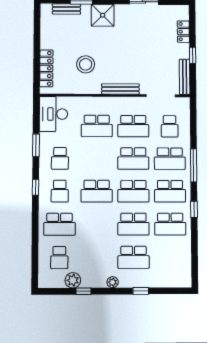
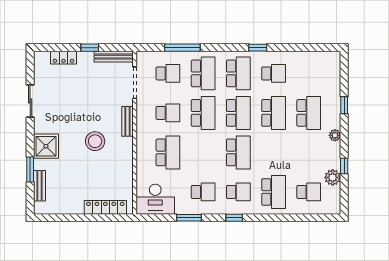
stool: (86, 64) -> (95, 141), moved
bench: (120, 89) -> (128, 121), width x0.73
school desk: (133, 126) -> (168, 113), width x0.54
window: (194, 165) -> (182, 48), moved
school desk: (170, 224) -> (274, 73), width x0.54

